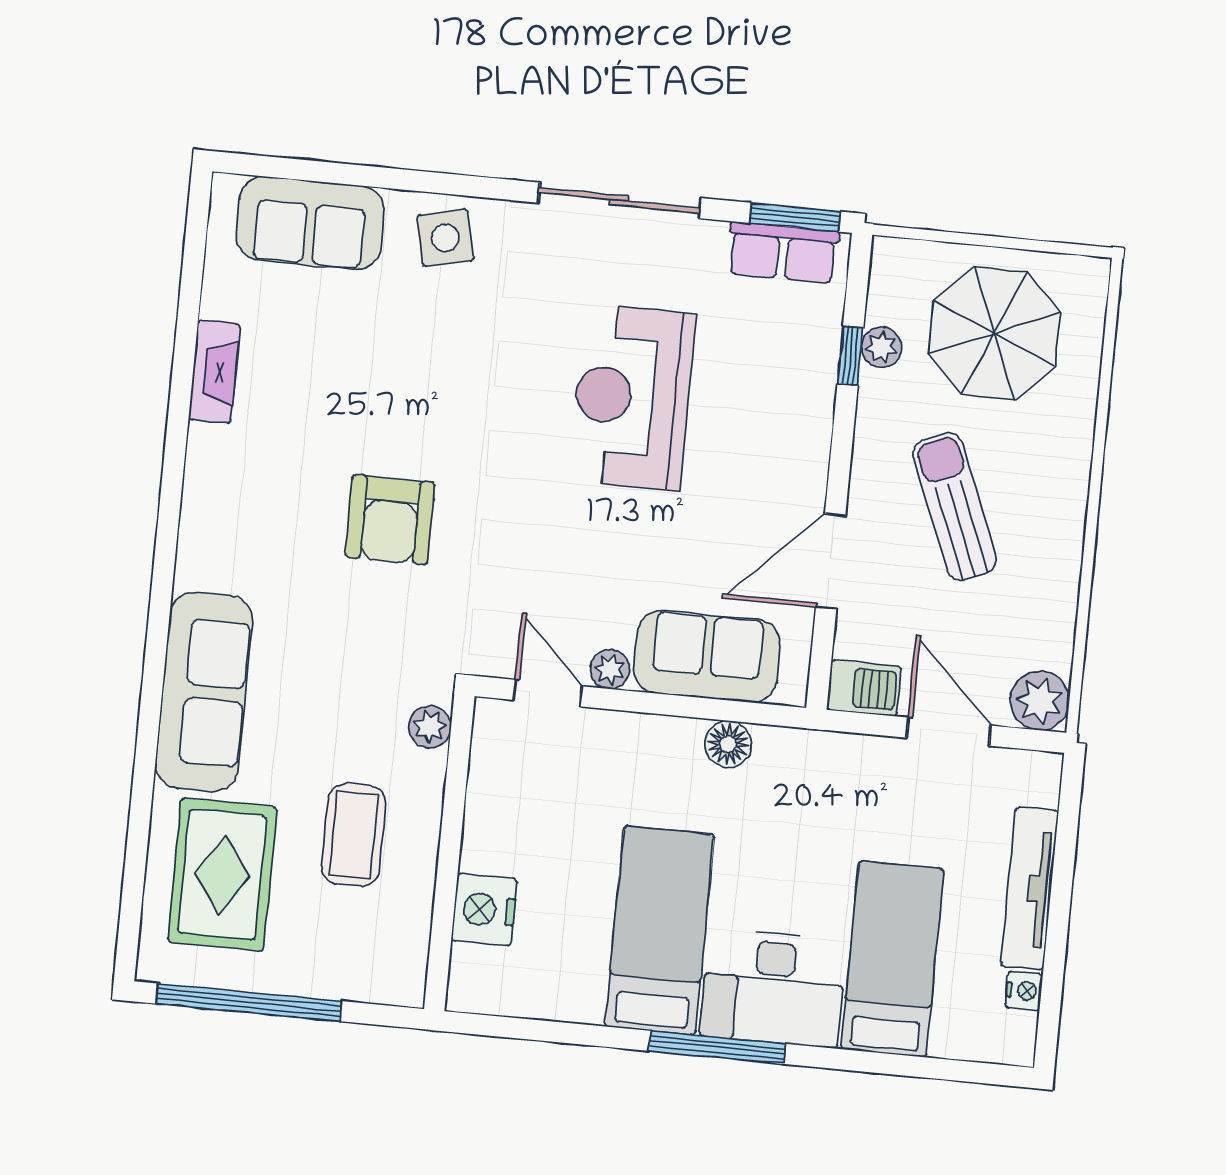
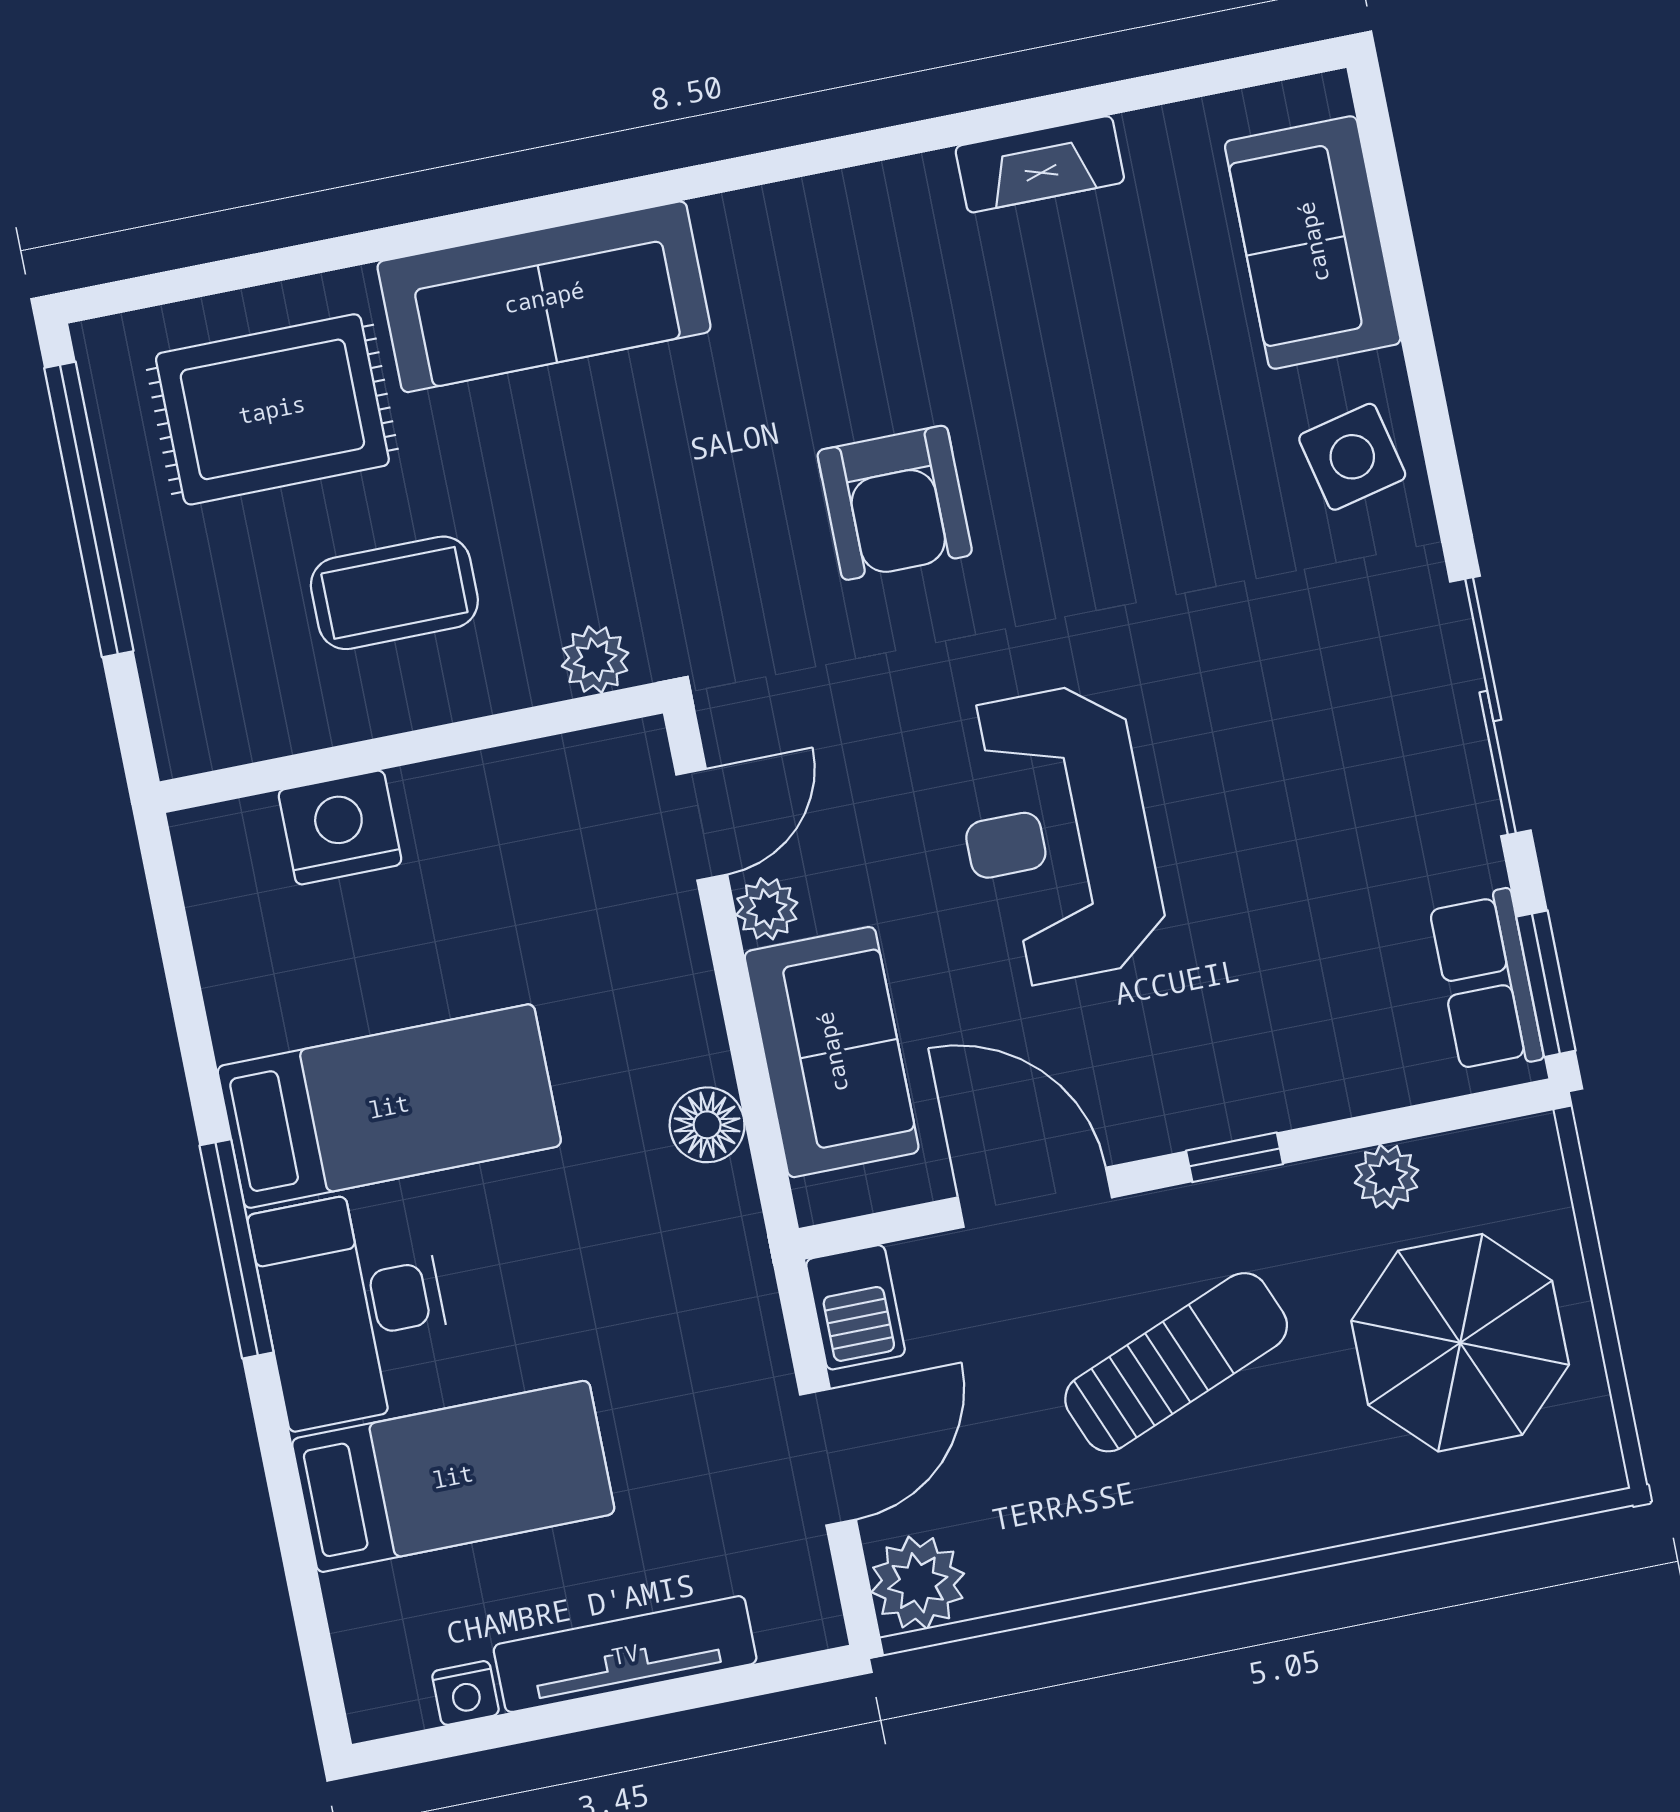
window: (850, 356) -> (1235, 1157), moved
reception desk: (632, 397) -> (1057, 835), moved, turned -90
armchair: (390, 520) -> (895, 503), turned -90

